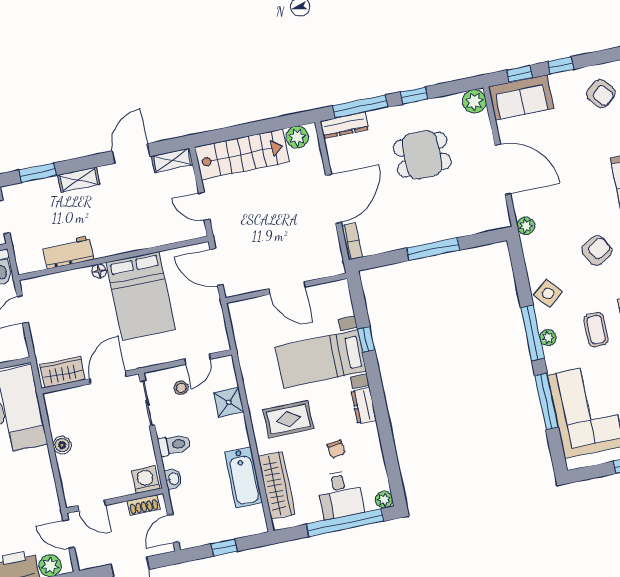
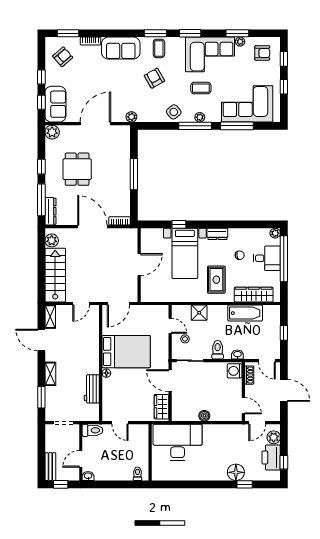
door: (92, 505) -> (243, 406), hinge flipped

